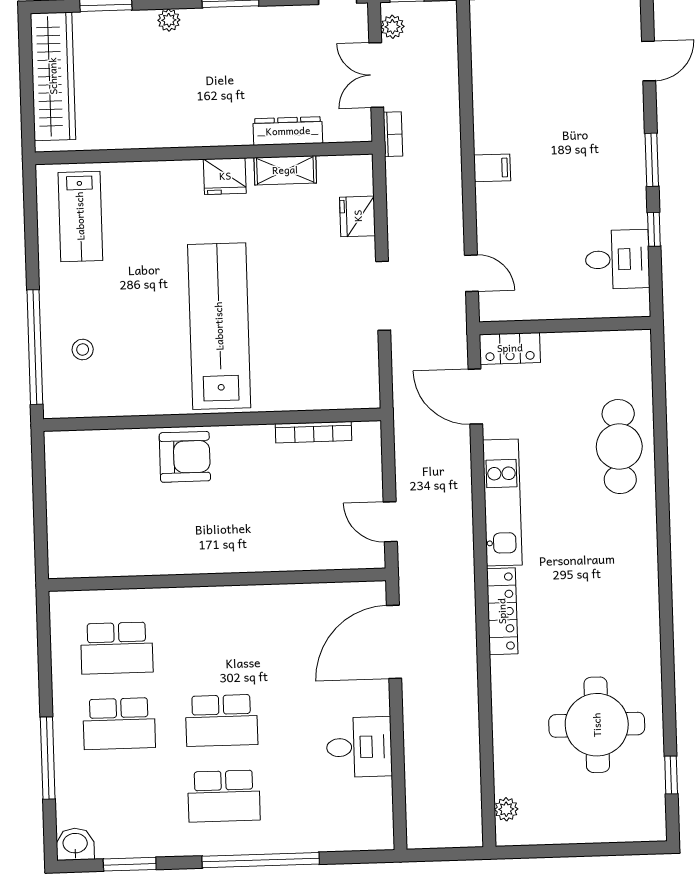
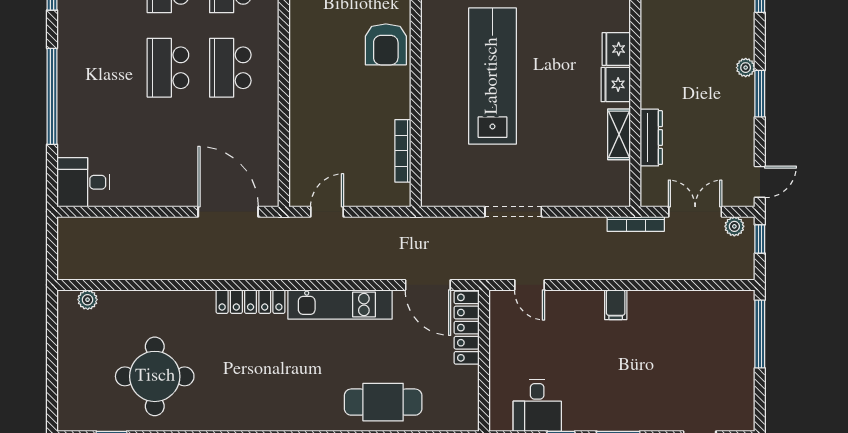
plant: (169, 20) -> (746, 68), moved
bookcase: (393, 134) -> (636, 224), width x1.56
fridge: (358, 216) -> (616, 49), moved, turned -90
door: (471, 273) -> (529, 285), hinge flipped
lab bench: (219, 326) -> (492, 76), turned -90
locker: (510, 348) -> (467, 328), width x1.53
door: (475, 397) -> (428, 285), swing flipped
desk: (359, 747) -> (83, 182), moved, turned 90
school desk: (224, 796) -> (230, 68), moved

